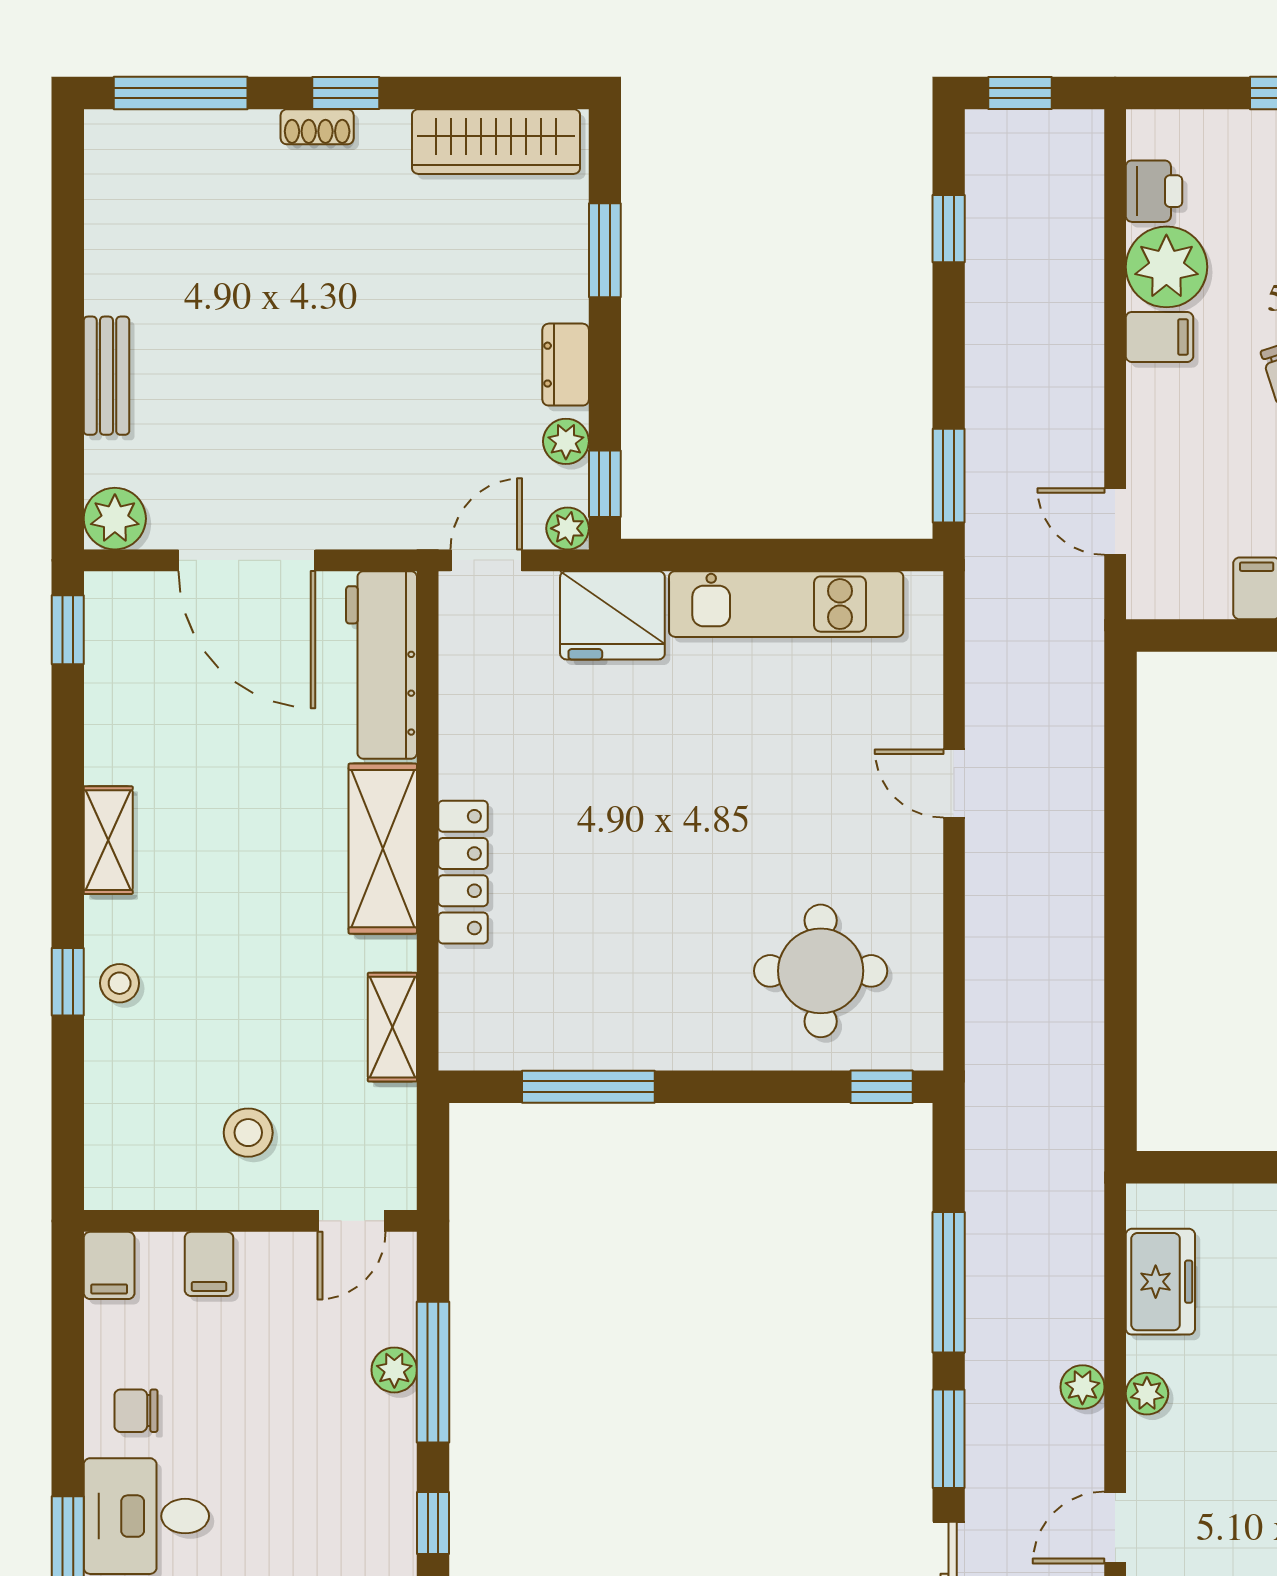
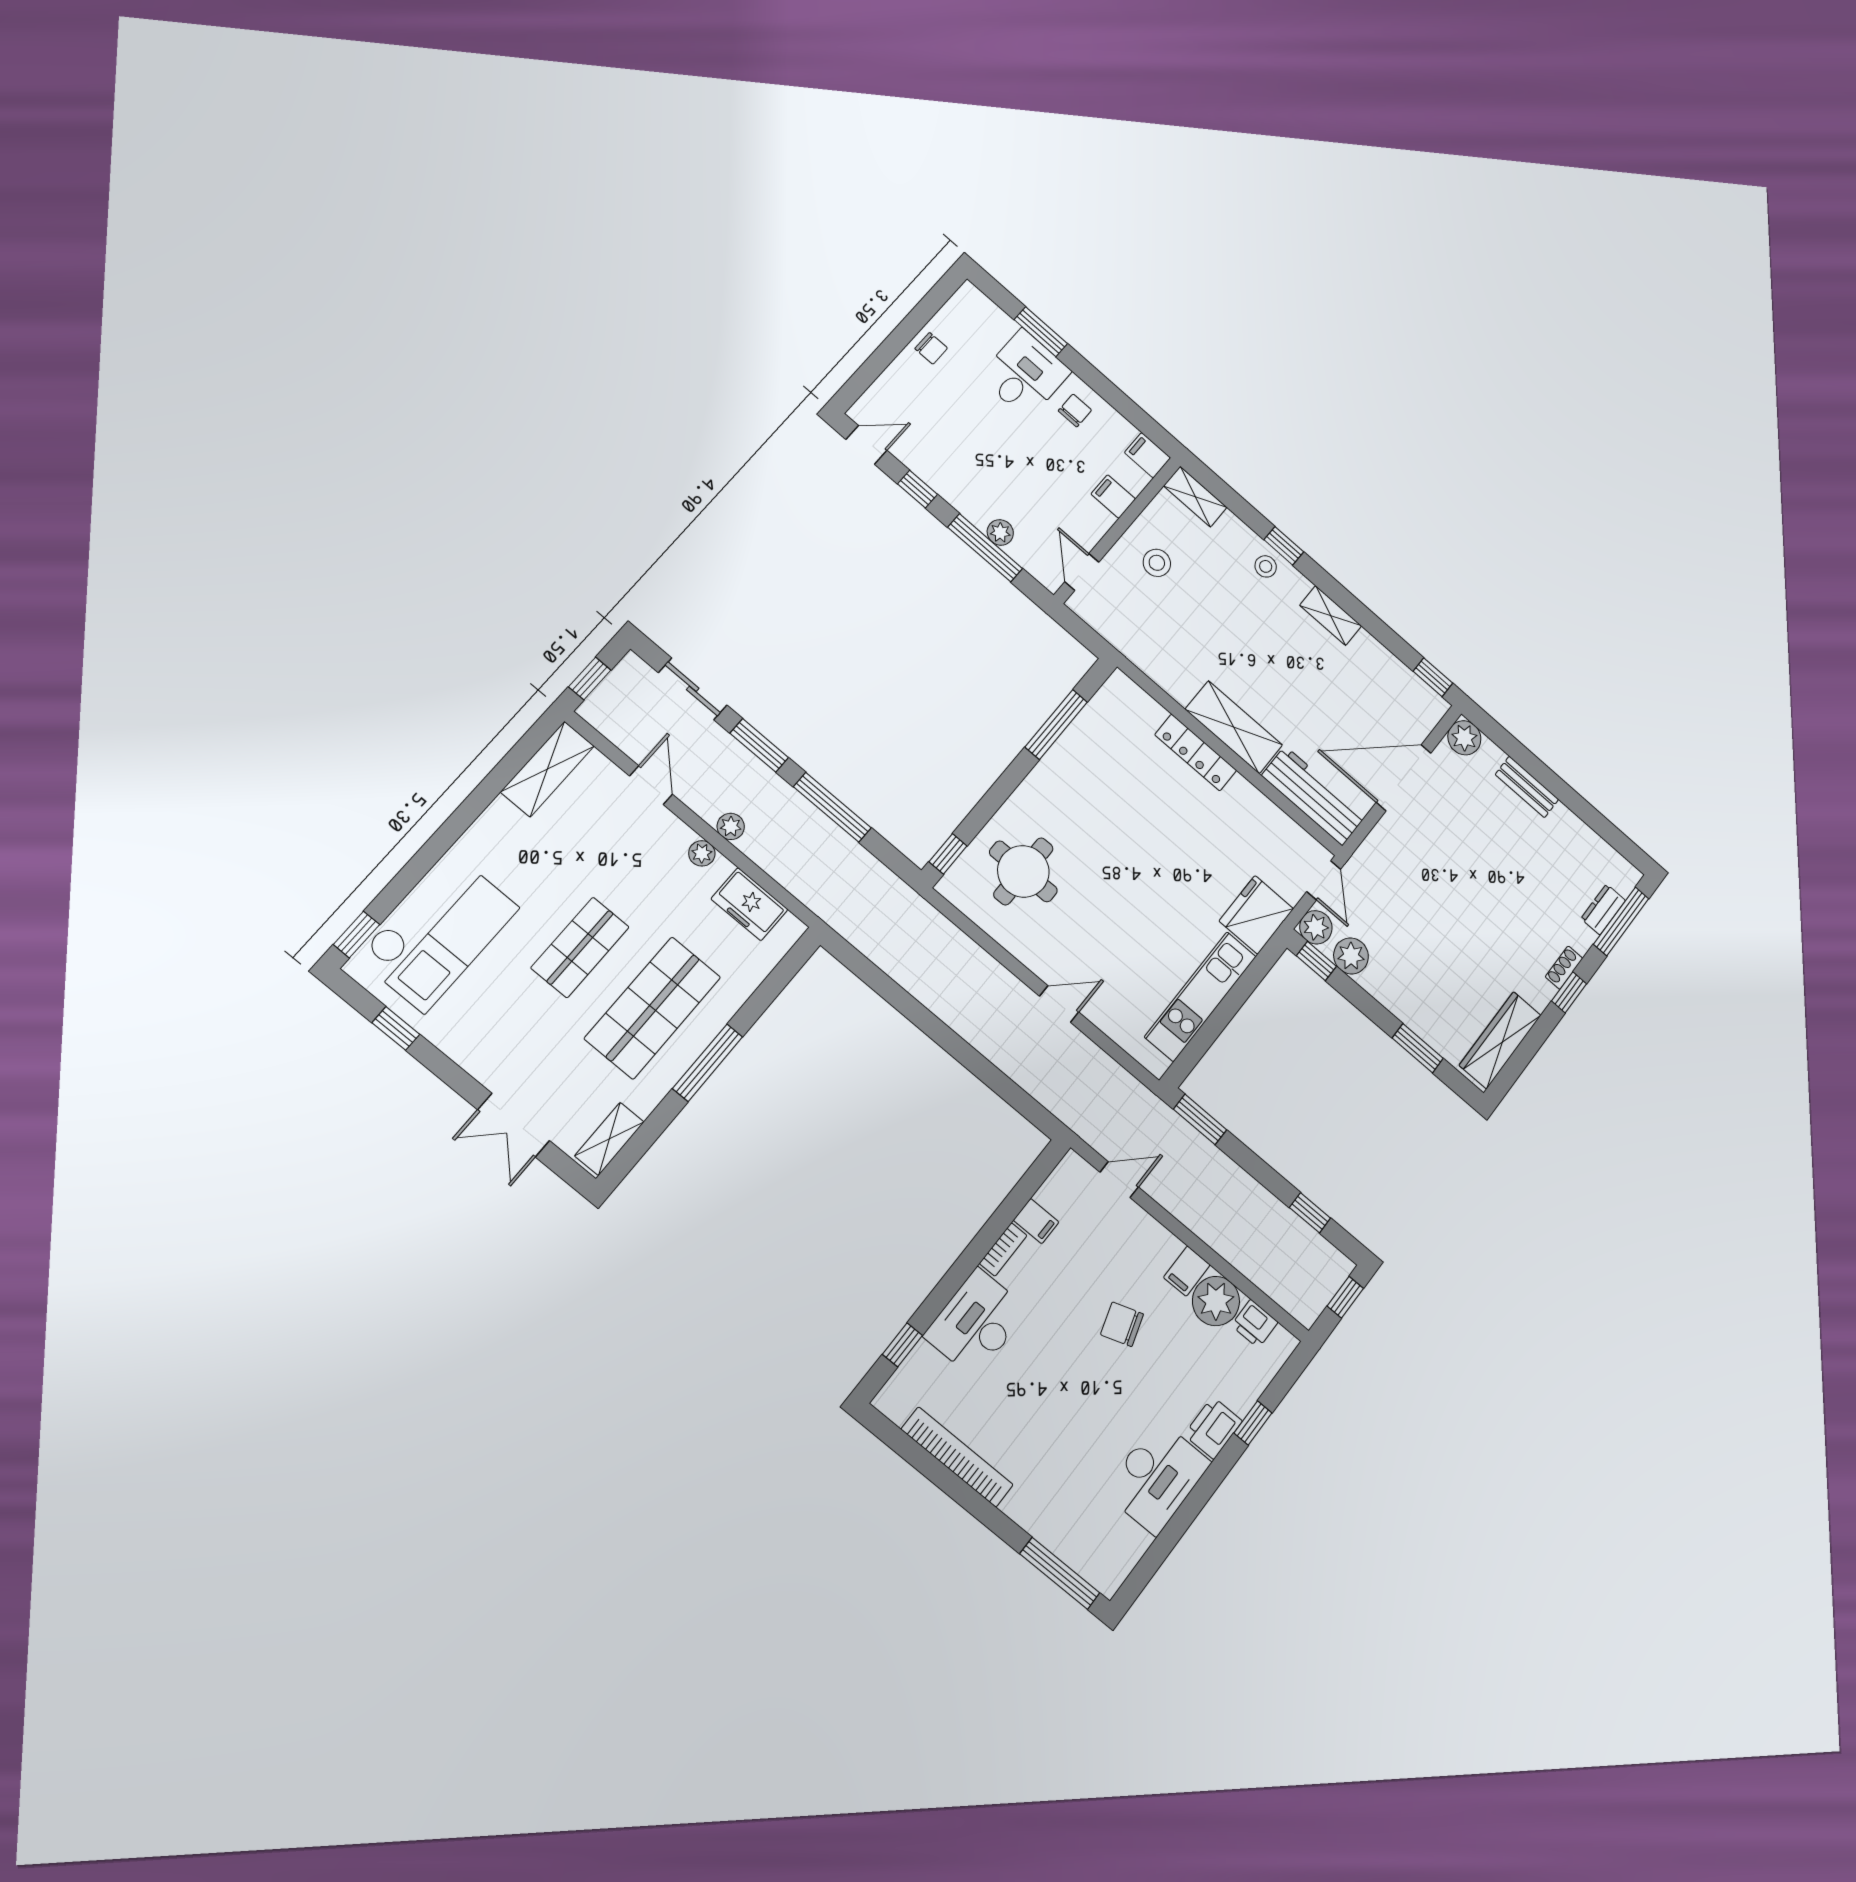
dresser: (566, 365) -> (1603, 909), moved, turned -90
plant: (566, 441) -> (1351, 956), width x1.38, depth x1.38
plant: (568, 528) -> (1316, 927), width x1.38, depth x1.38
shelving: (392, 1027) -> (1195, 497), moved

